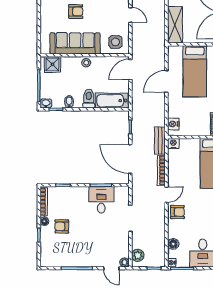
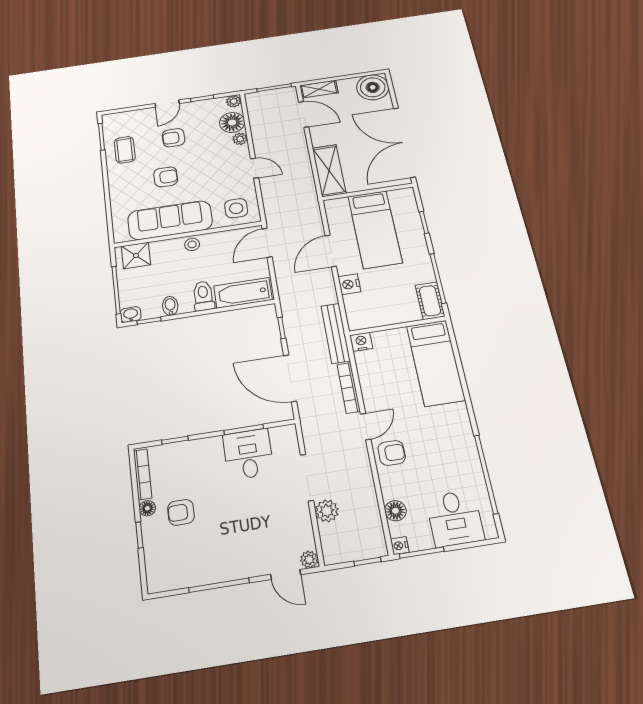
nightstand: (173, 124) -> (349, 284), moved
bench: (160, 141) -> (336, 333), width x1.36
plant: (138, 255) -> (327, 511), moved

